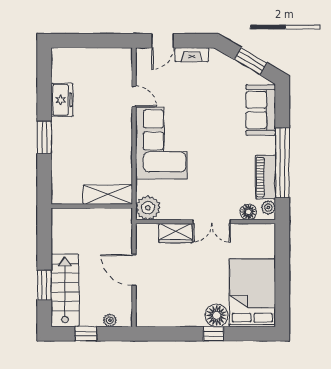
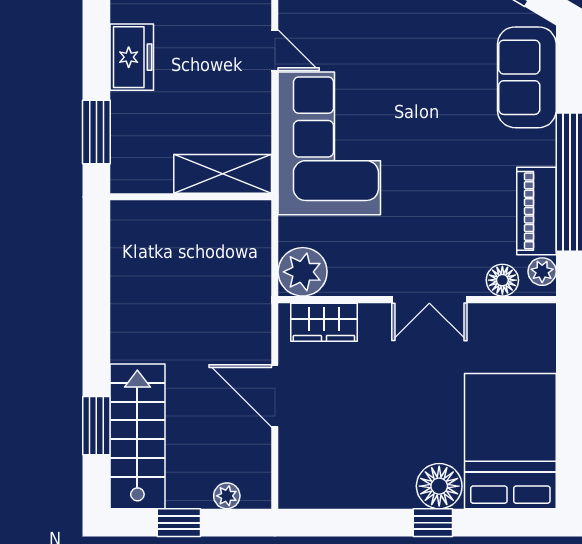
shelving: (108, 195) -> (223, 174), moved
wall: (92, 206) -> (191, 197), moved
wardrobe: (175, 233) -> (324, 322), moved

